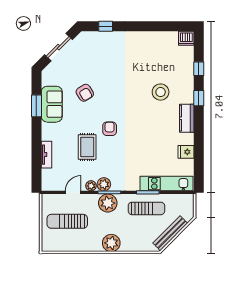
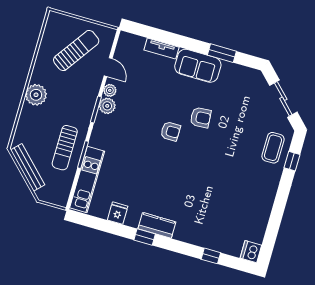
coffee table: (99, 44) -> (273, 148), added
stool: (161, 92) -> (196, 203), removed
armchair: (85, 93) -> (201, 117), moved, turned -153
window: (199, 98) -> (145, 237), moved
sofa: (52, 104) -> (198, 66), moved
rug: (87, 147) -> (157, 99), removed
plant: (108, 203) -> (84, 104), removed
sun lounger: (67, 221) -> (76, 50), turned 35

